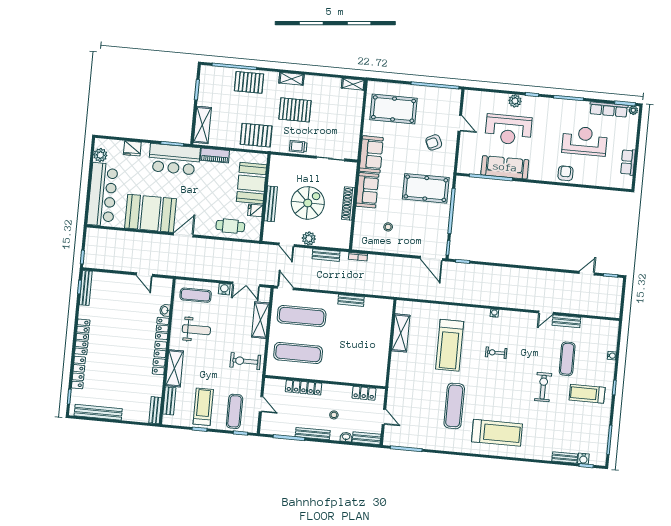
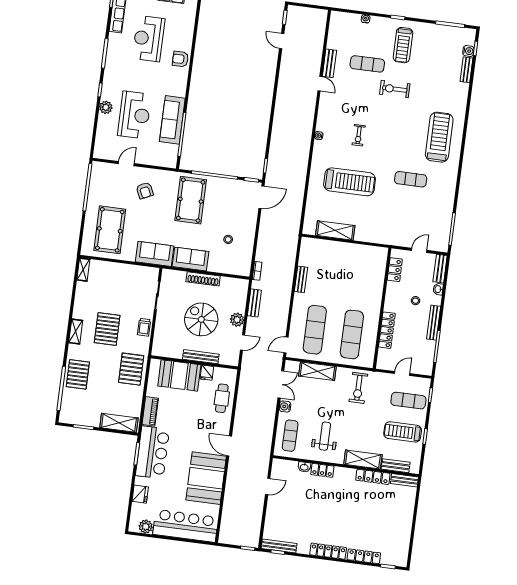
locker: (160, 358) -> (373, 477), moved
exercise mat: (454, 406) -> (411, 179), width x0.73, depth x0.69
bench: (98, 412) -> (405, 538), removed

